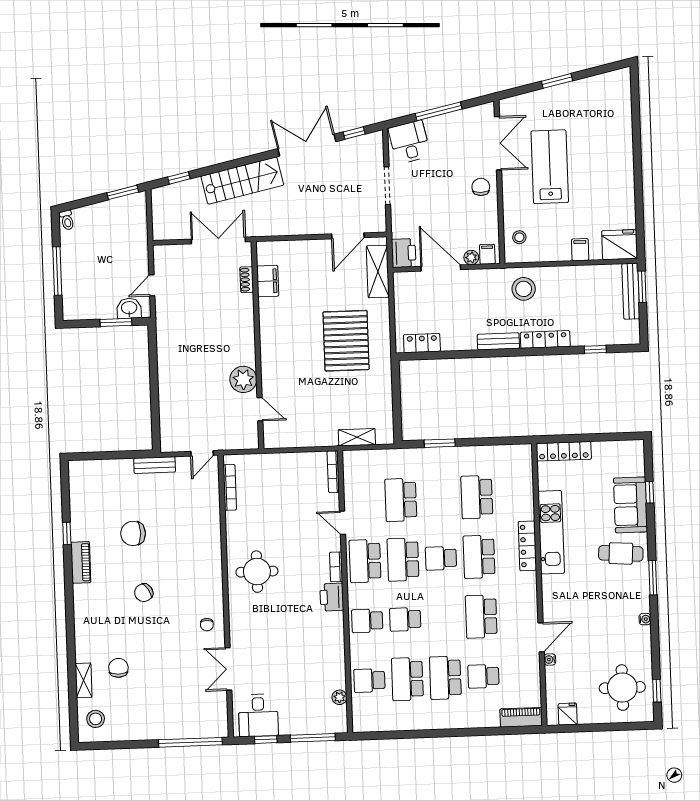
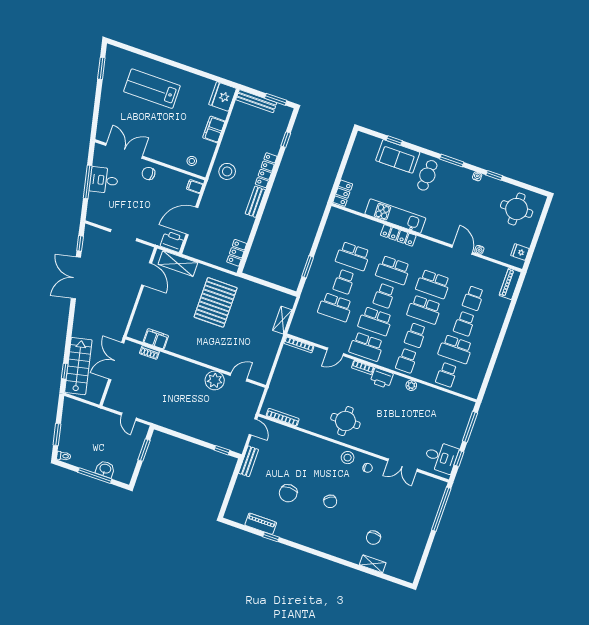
window: (557, 81) -> (101, 68), moved
desk: (409, 142) -> (104, 180), moved
lab bench: (550, 167) -> (152, 89), moved
stairs: (242, 181) -> (78, 366), moved
window: (123, 192) -> (57, 434), moved
filing cabinet: (580, 250) -> (214, 129), width x2.00
plant: (471, 257) -> (193, 198), removed
window: (642, 287) -> (276, 99), moved
washbasin: (129, 308) -> (105, 469), moved, turned 90
pallet: (346, 341) -> (216, 302), turned 90
window: (156, 425) -> (222, 450), added
locker: (564, 451) -> (343, 193), width x0.66
school desk: (439, 499) -> (344, 282), added
piano: (81, 562) -> (261, 524), moved
school desk: (443, 618) -> (424, 310), added
chair: (118, 668) -> (373, 538), turned -90
school desk: (445, 678) -> (464, 324), width x0.54
window: (657, 691) -> (494, 175), moved
plant: (339, 697) -> (411, 385), moved
stool: (96, 719) -> (348, 458), moved

